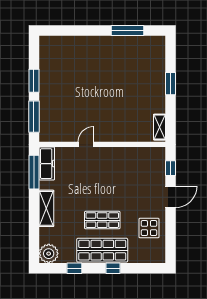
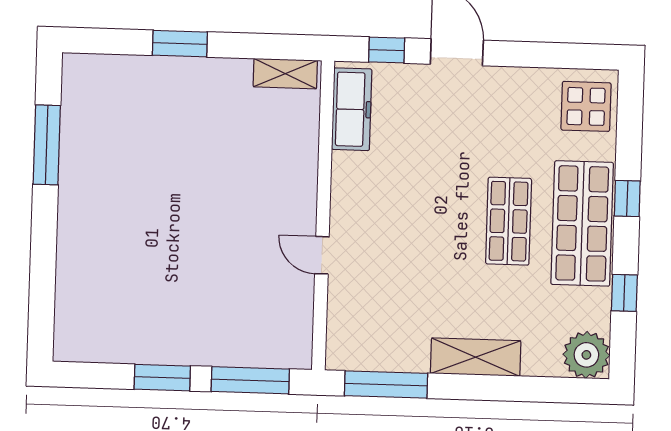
freezer: (47, 164) -> (352, 109), moved, turned 90
display table: (149, 228) -> (586, 106), moved

